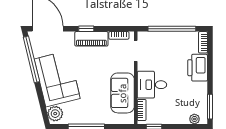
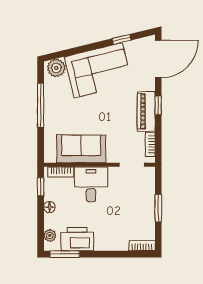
window: (172, 29) -> (158, 208), width x0.47
window: (31, 59) -> (122, 39), width x0.32
printer: (198, 68) -> (77, 239), moved
floor lamp: (171, 119) -> (49, 207), added

